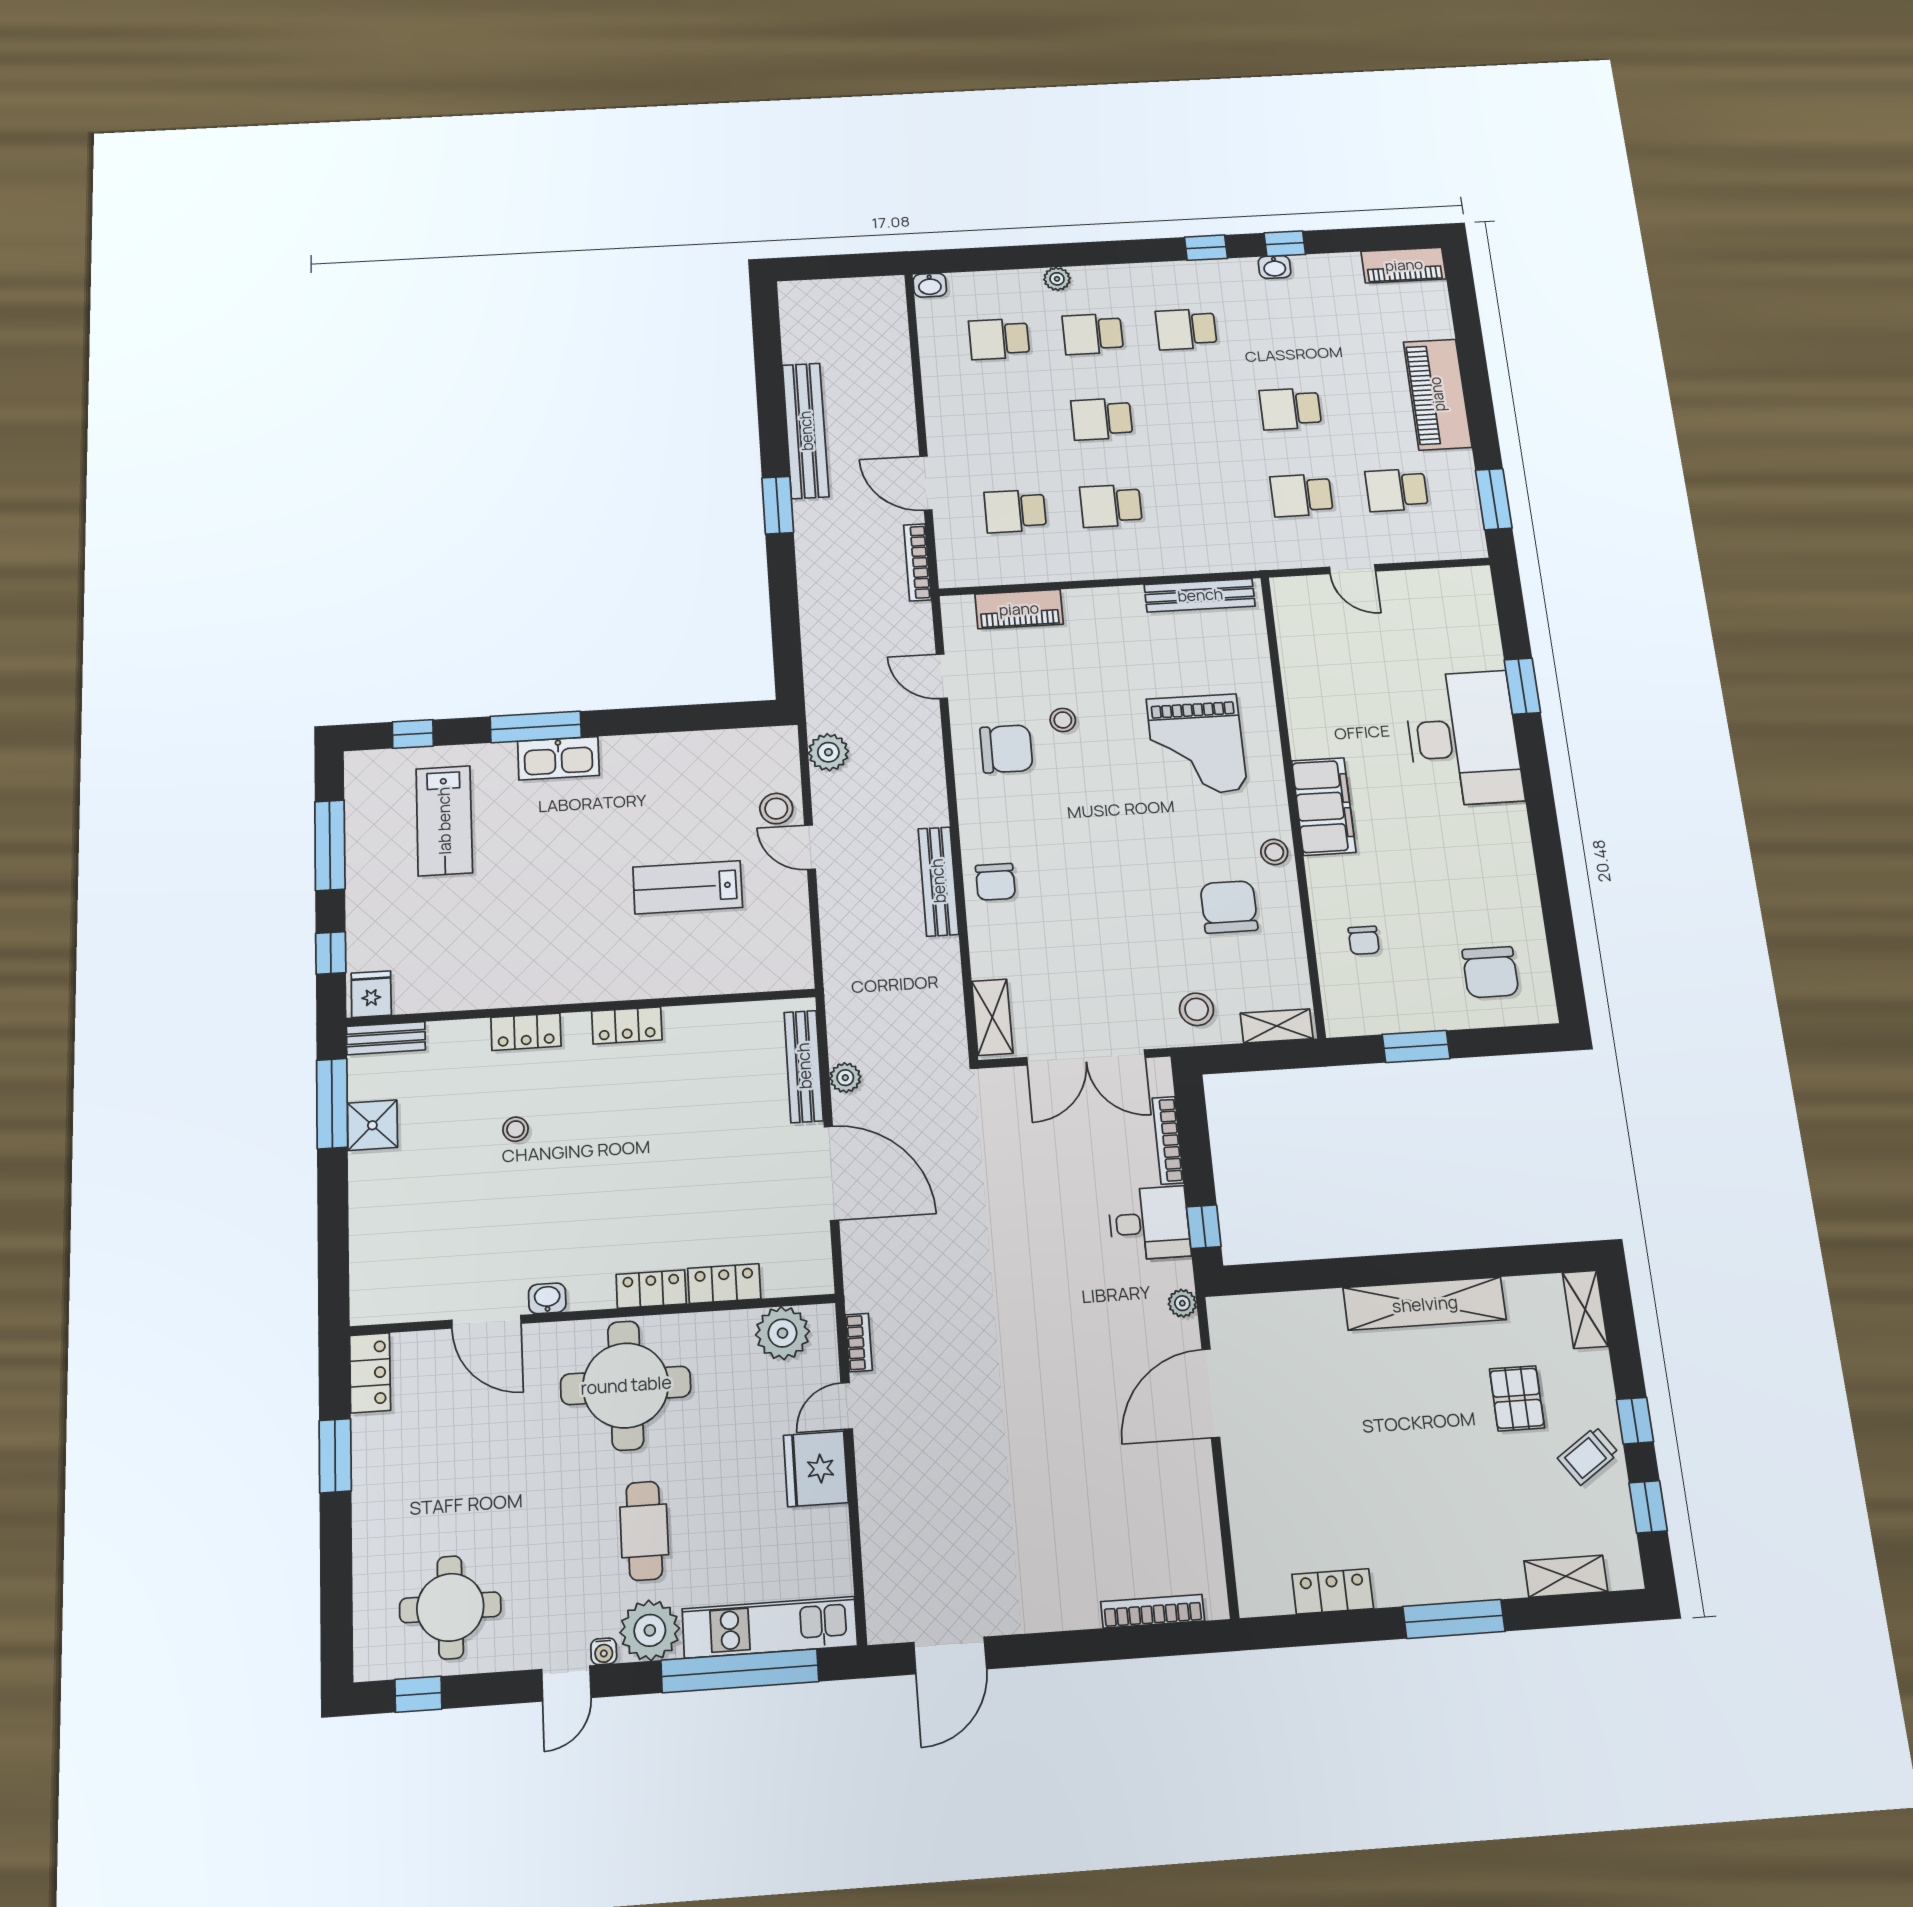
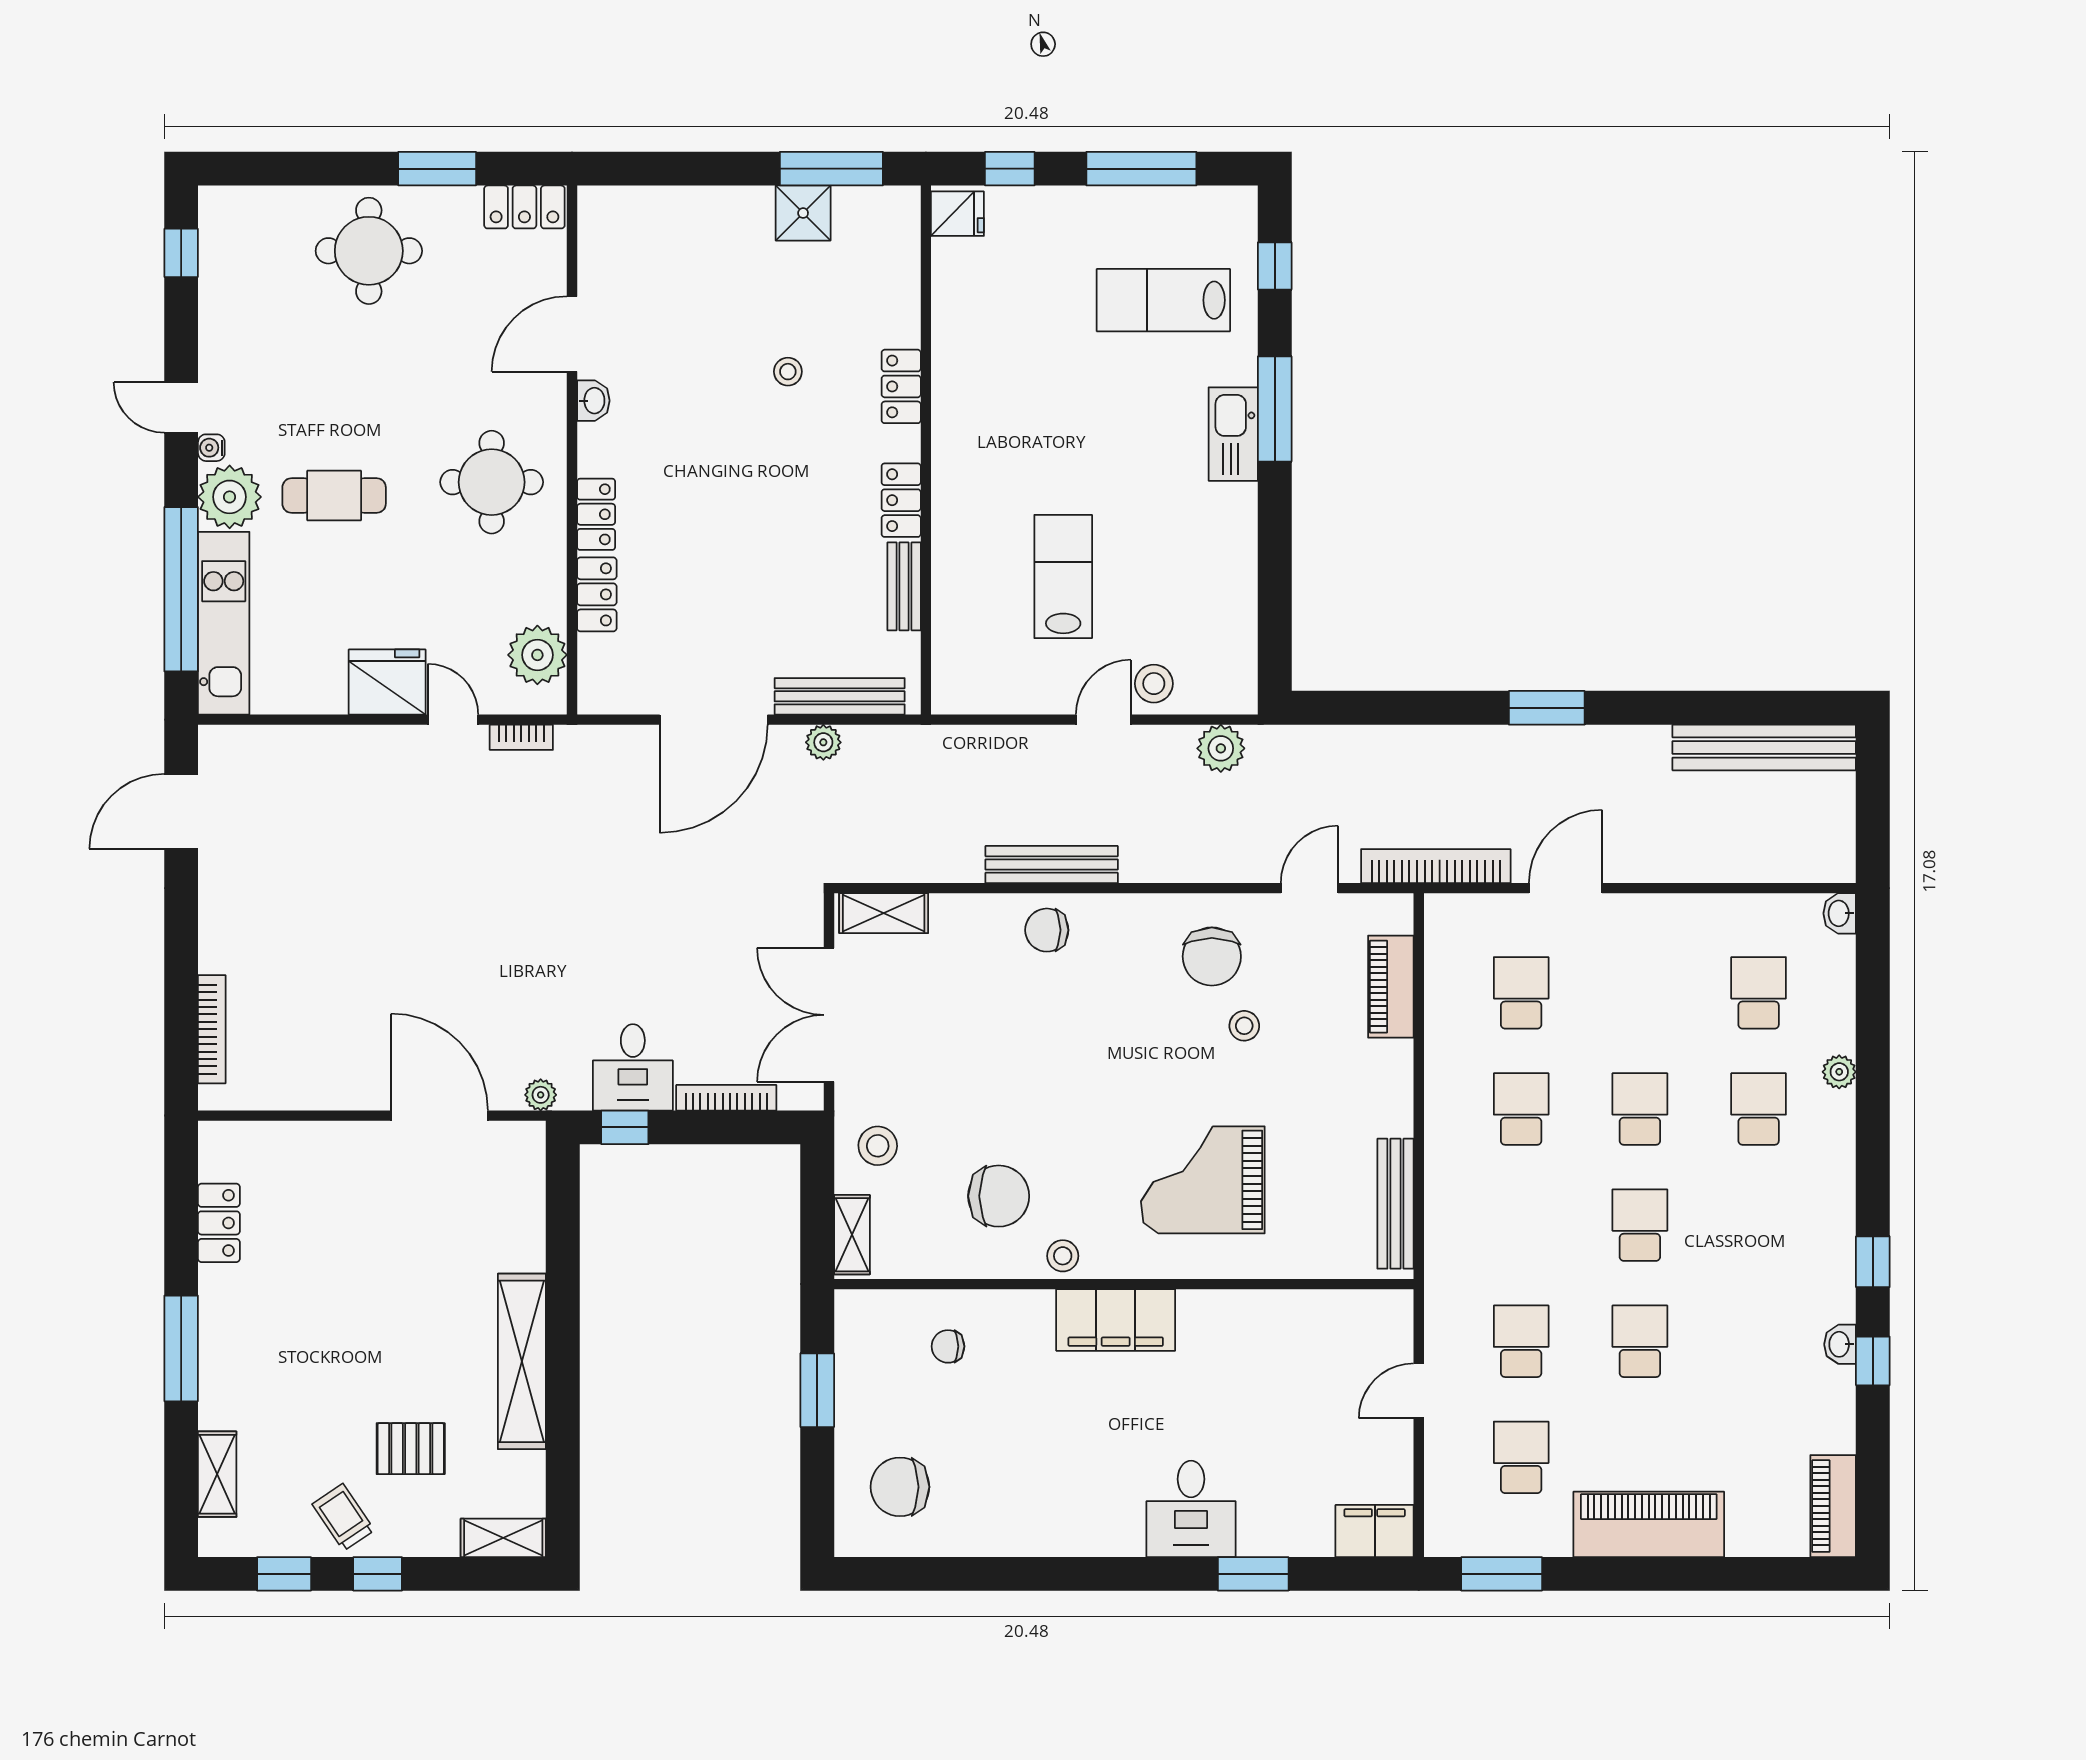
school desk: (1186, 329) -> (1640, 1225), moved
bench: (806, 431) -> (1764, 748), moved
bookcase: (917, 562) -> (1436, 866), width x1.48, depth x1.31
filing cabinet: (1473, 596) -> (1375, 1531), added
desk: (1463, 738) -> (1191, 1509), width x0.53, depth x0.77
bench: (386, 1038) -> (904, 586), moved
round table: (626, 1385) -> (492, 482), width x0.73, depth x0.73
round table: (450, 1607) -> (369, 251), moved
door: (950, 1656) -> (181, 811), hinge flipped

